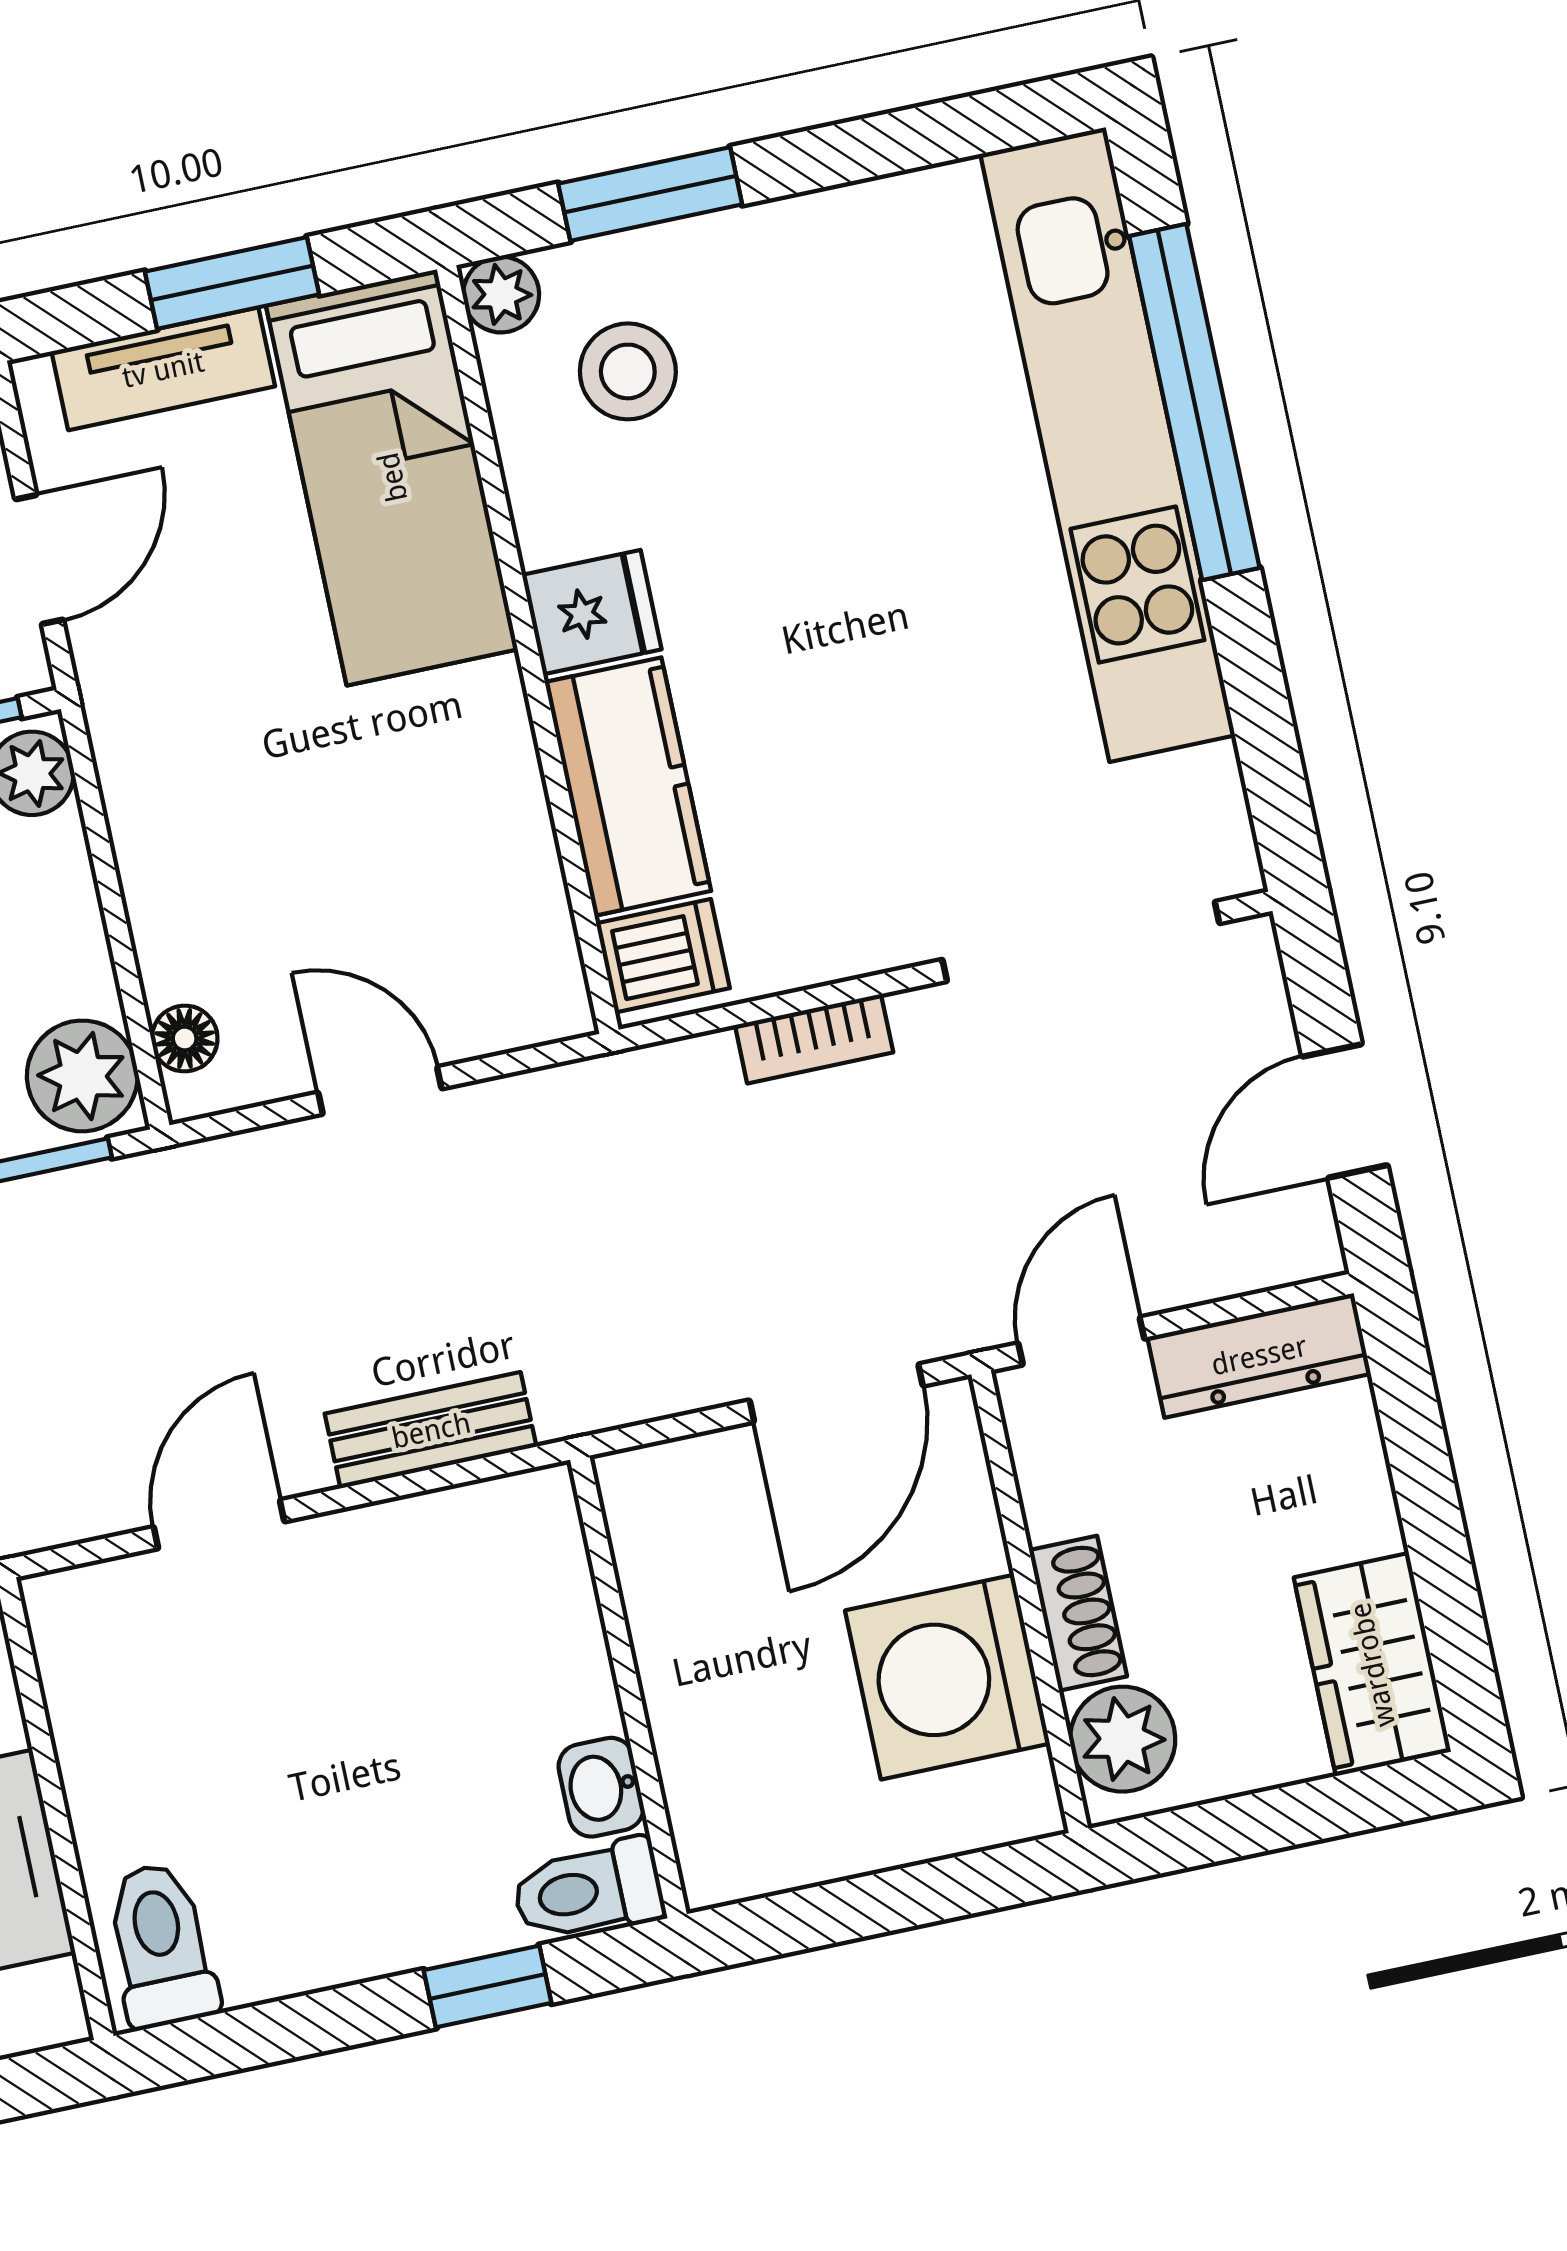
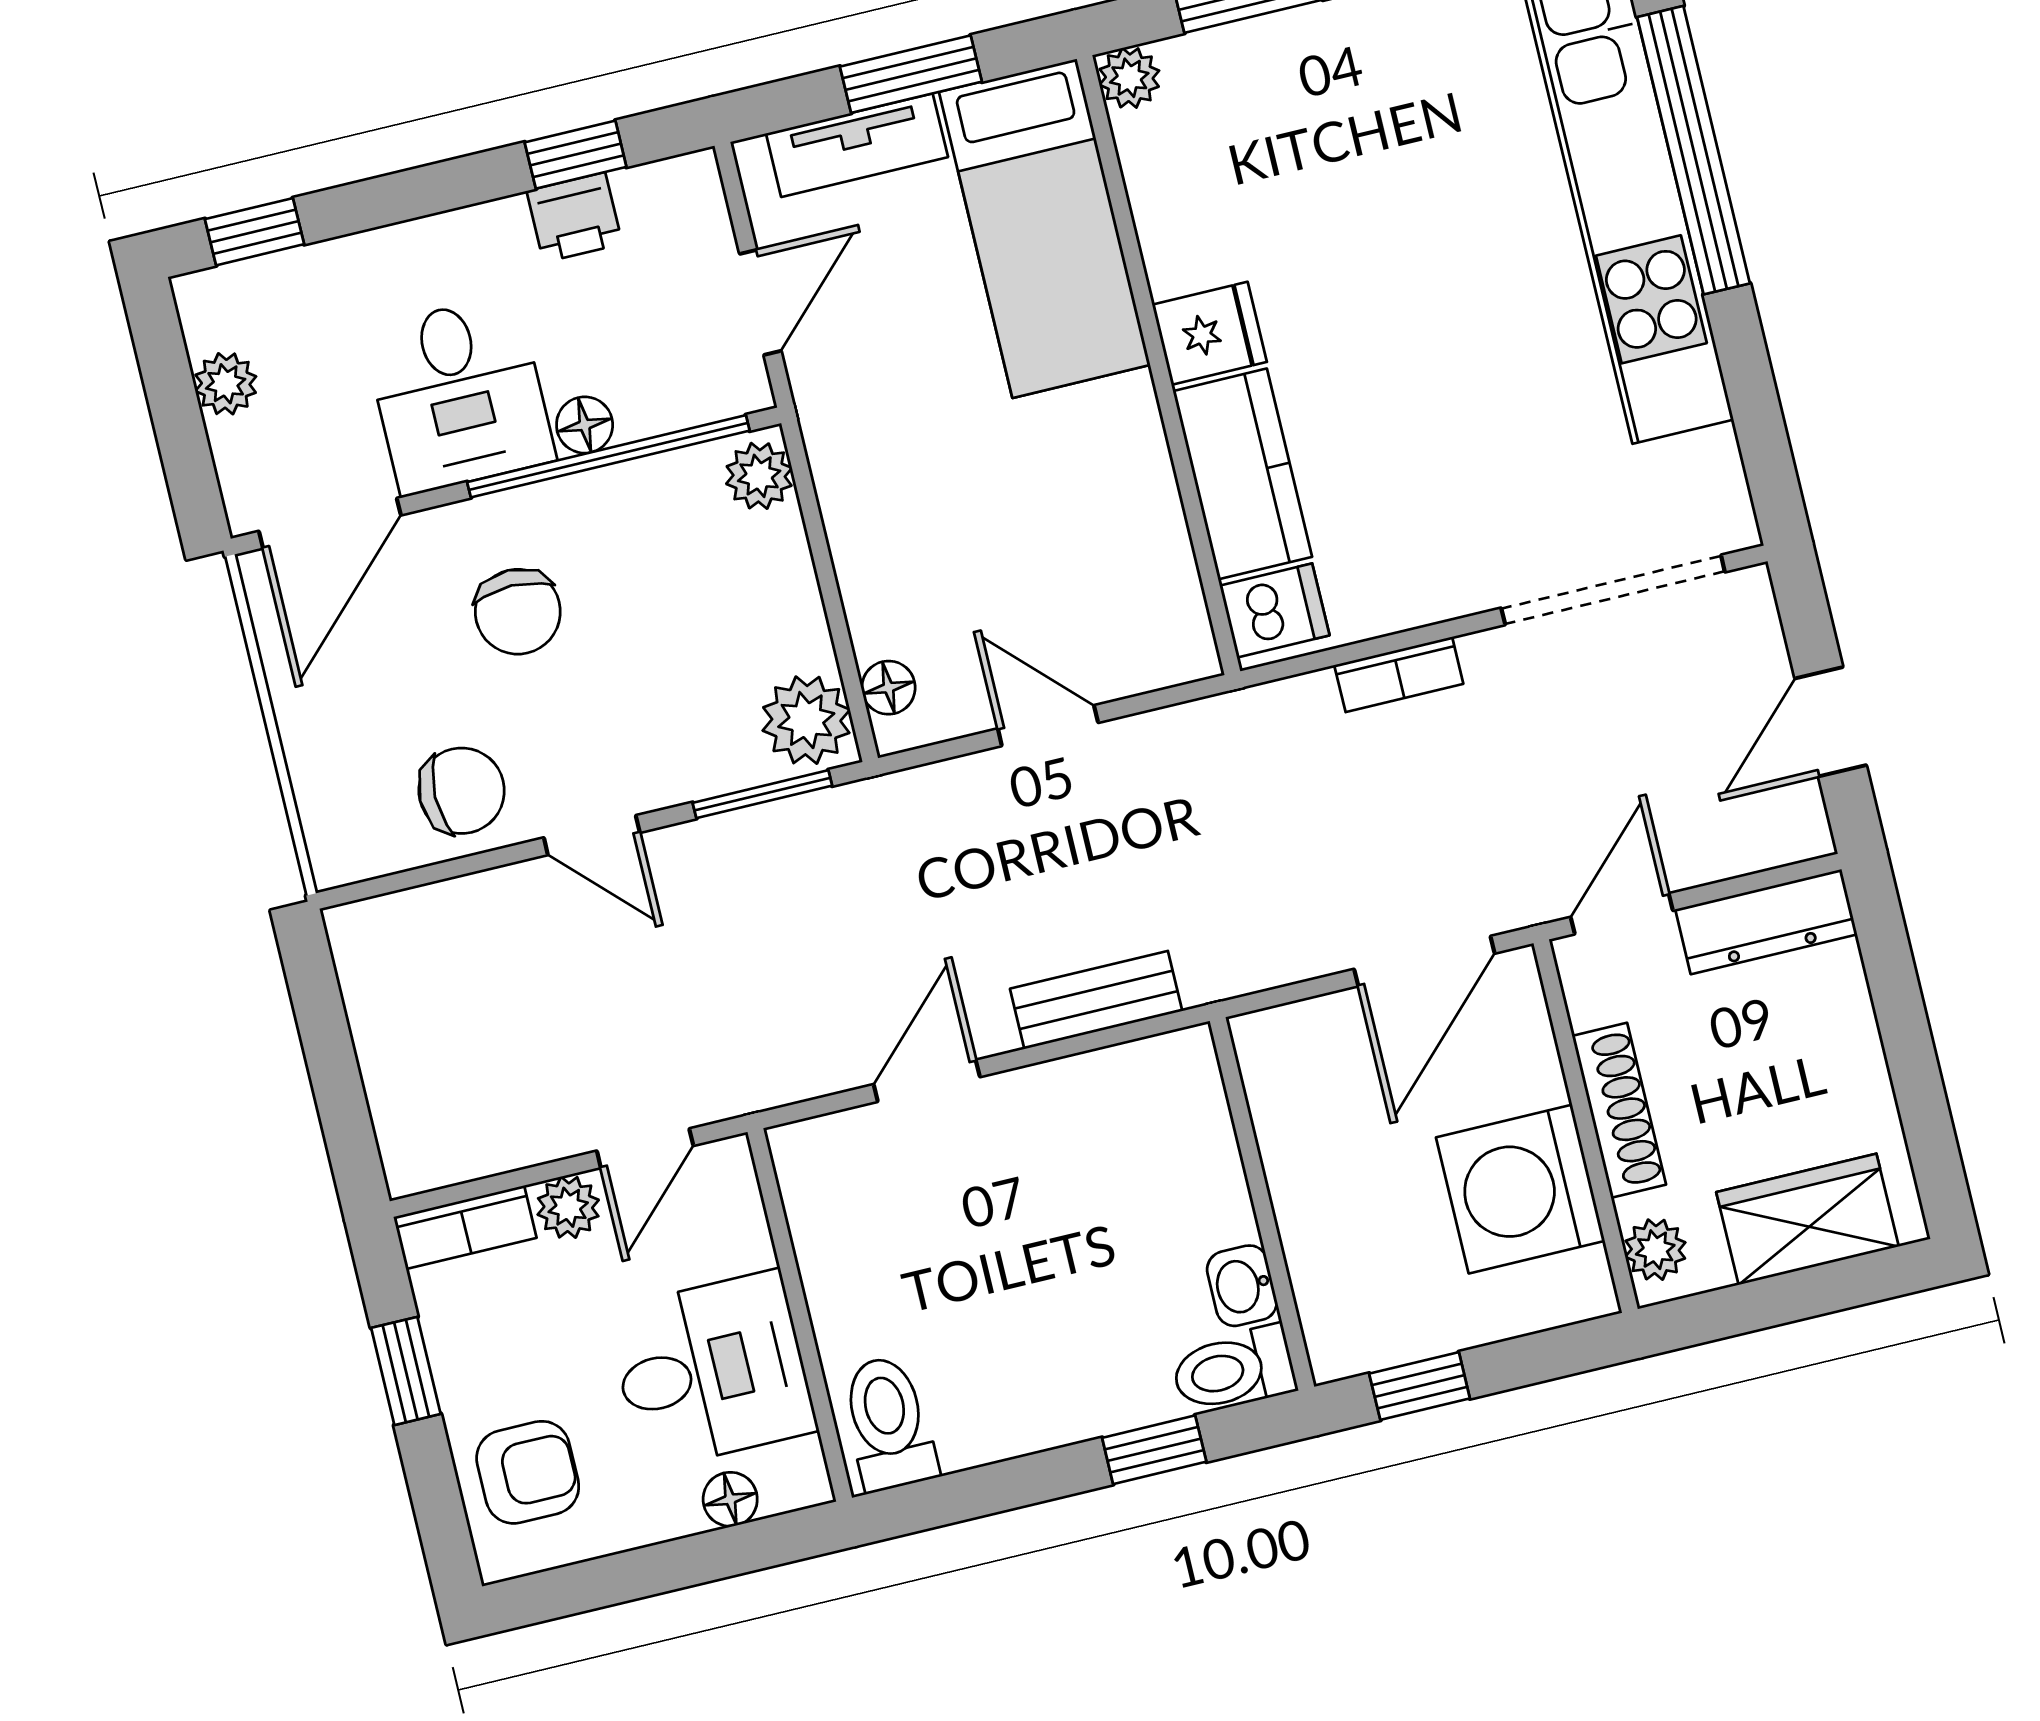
stool: (628, 371) -> (1234, 137), removed
shoe rack: (1078, 1613) -> (1619, 1110), width x1.43
wardrobe: (1372, 1665) -> (1807, 1219), moved, turned 90
plant: (1123, 1739) -> (1655, 1250), width x0.73, depth x0.73
window: (817, 1917) -> (1420, 1386), added

